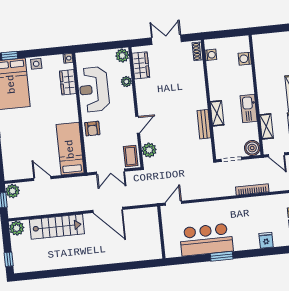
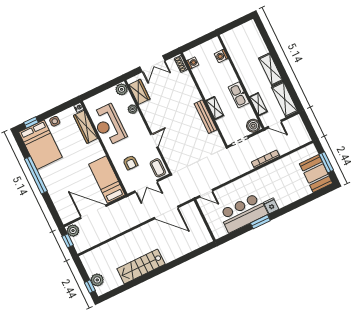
double door: (166, 40) -> (152, 64), swing flipped
wardrobe: (68, 82) -> (86, 127), width x1.50
bench: (204, 124) -> (205, 117), width x1.36
armchair: (92, 129) -> (130, 163), moved
plant: (149, 150) -> (171, 158), removed
door: (42, 179) -> (93, 212), width x1.87
door: (173, 203) -> (206, 193), swing flipped
door: (108, 210) -> (166, 212), moved
stairs: (57, 227) -> (141, 266), moved, turned 180
plant: (17, 228) -> (97, 280), moved
fridge: (266, 240) -> (271, 206), moved

